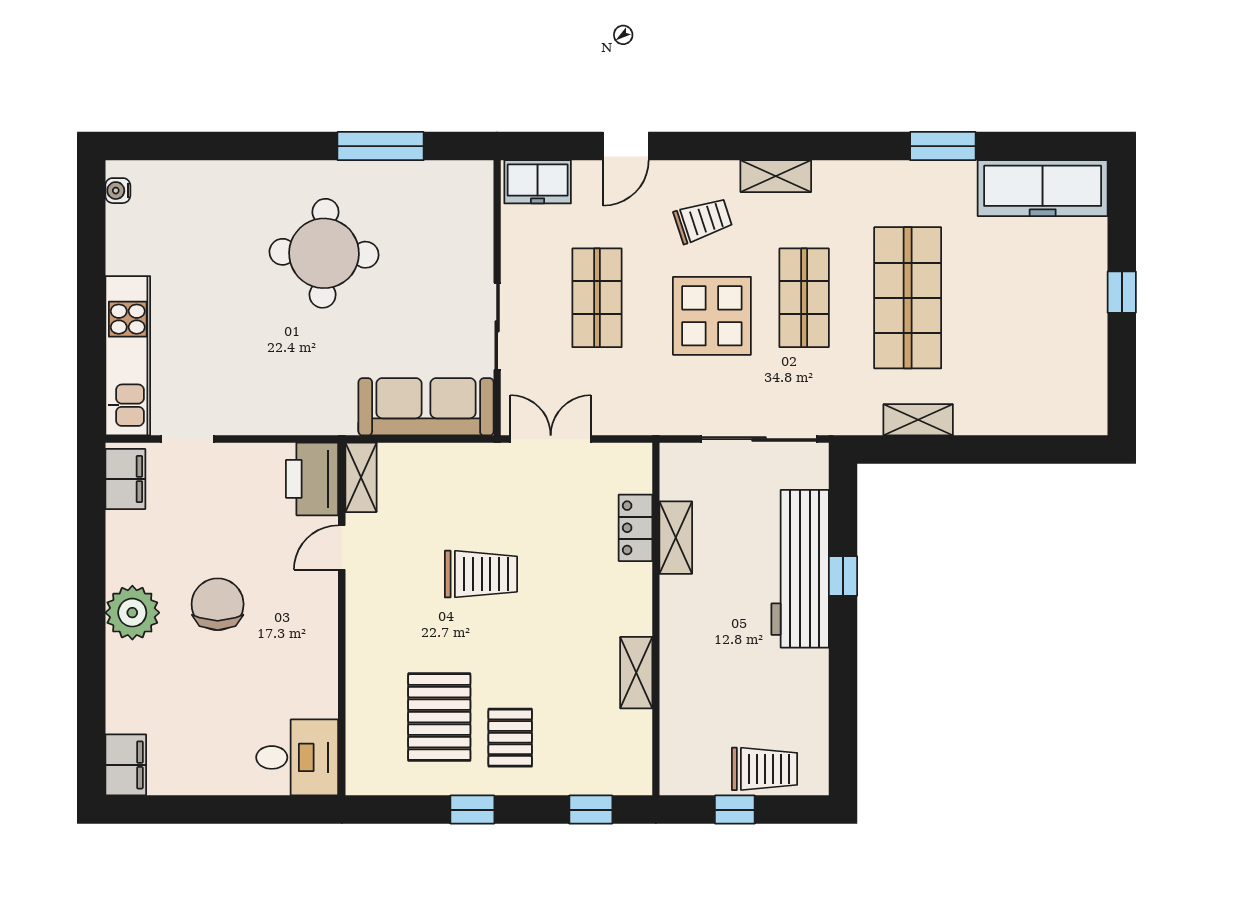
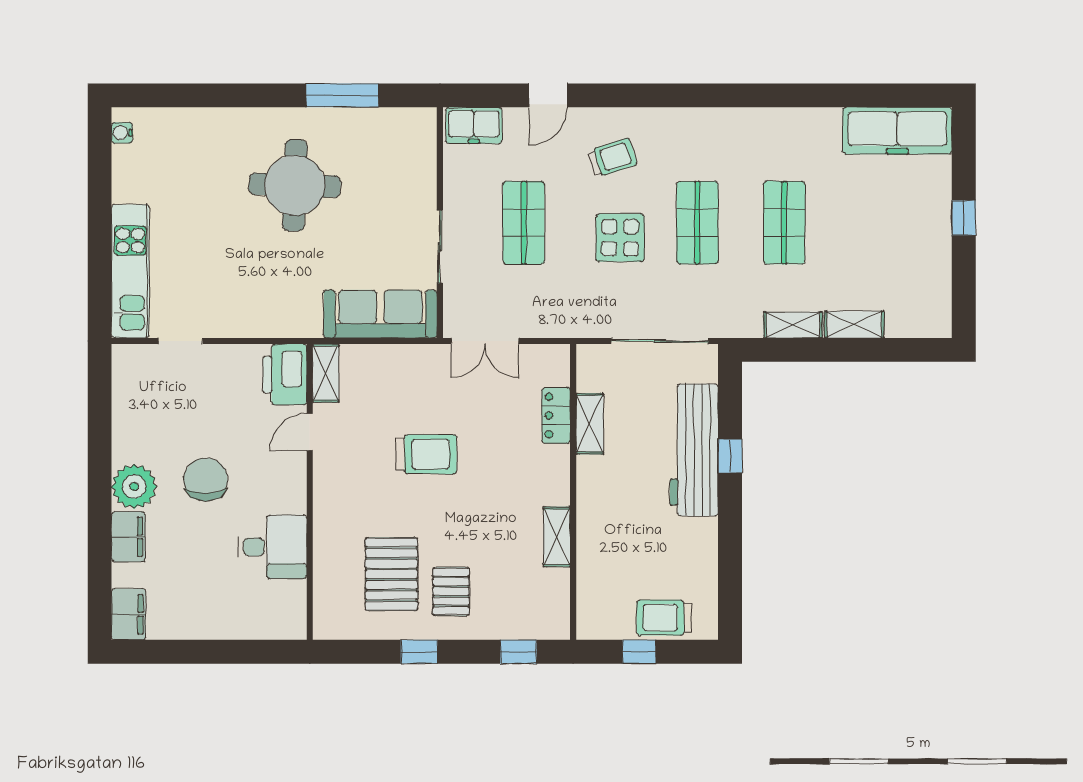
window: (943, 146) -> (814, 95), removed
shelving: (776, 176) -> (854, 325), moved
shop shelf: (908, 298) -> (784, 223), width x0.70, depth x0.74
display table: (712, 316) -> (620, 238), width x0.73, depth x0.73
double door: (551, 439) -> (485, 341), swing flipped
filing cabinet: (125, 479) -> (128, 537), moved
desk: (297, 757) -> (272, 547), moved
trolley: (764, 769) -> (664, 618), turned 180

